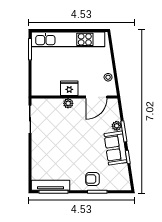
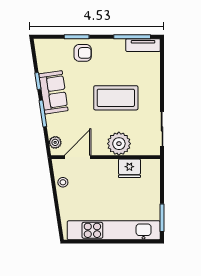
fridge: (69, 88) -> (129, 168), moved
plant: (68, 103) -> (119, 144), width x1.87, depth x1.87
plant: (117, 126) -> (55, 142), moved
coffee table: (66, 144) -> (116, 98), added
tv unit: (51, 185) -> (143, 45), width x0.71

